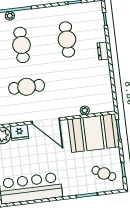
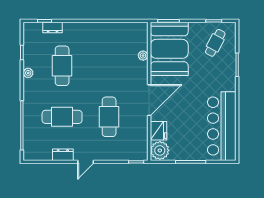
plant: (10, 16) -> (28, 73), moved
cafe table: (67, 39) -> (62, 66), turned 90
dresser: (103, 51) -> (53, 28), moved

